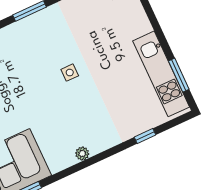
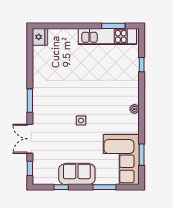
side table: (70, 73) -> (81, 121), moved

